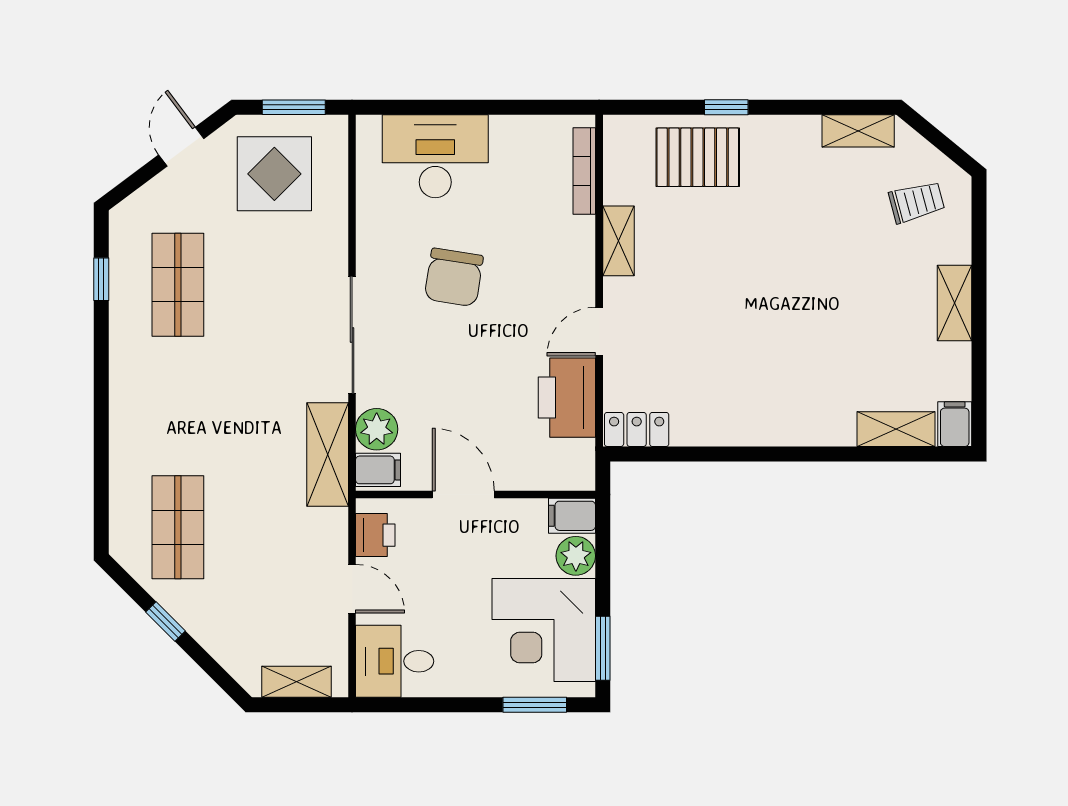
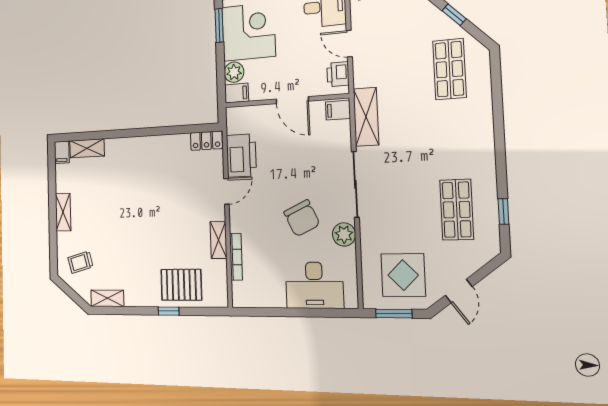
bookcase: (584, 171) -> (236, 257), moved
chair: (454, 277) -> (302, 218), turned 146
plant: (377, 429) -> (344, 234), moved

